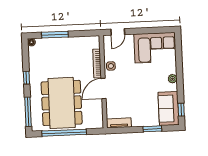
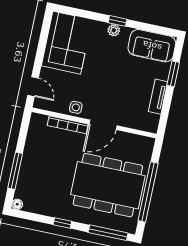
door: (104, 88) -> (103, 125), hinge flipped
window: (181, 110) -> (117, 21), moved
tv unit: (119, 123) -> (158, 97), moved

